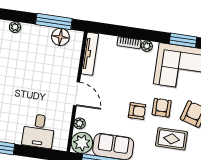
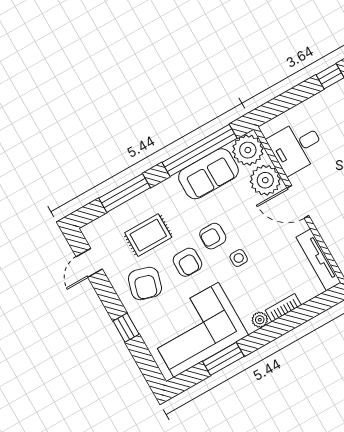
side table: (132, 88) -> (239, 258), added
plant: (80, 123) -> (265, 180), width x1.88, depth x1.88
desk: (39, 131) -> (297, 147), moved, turned -90

